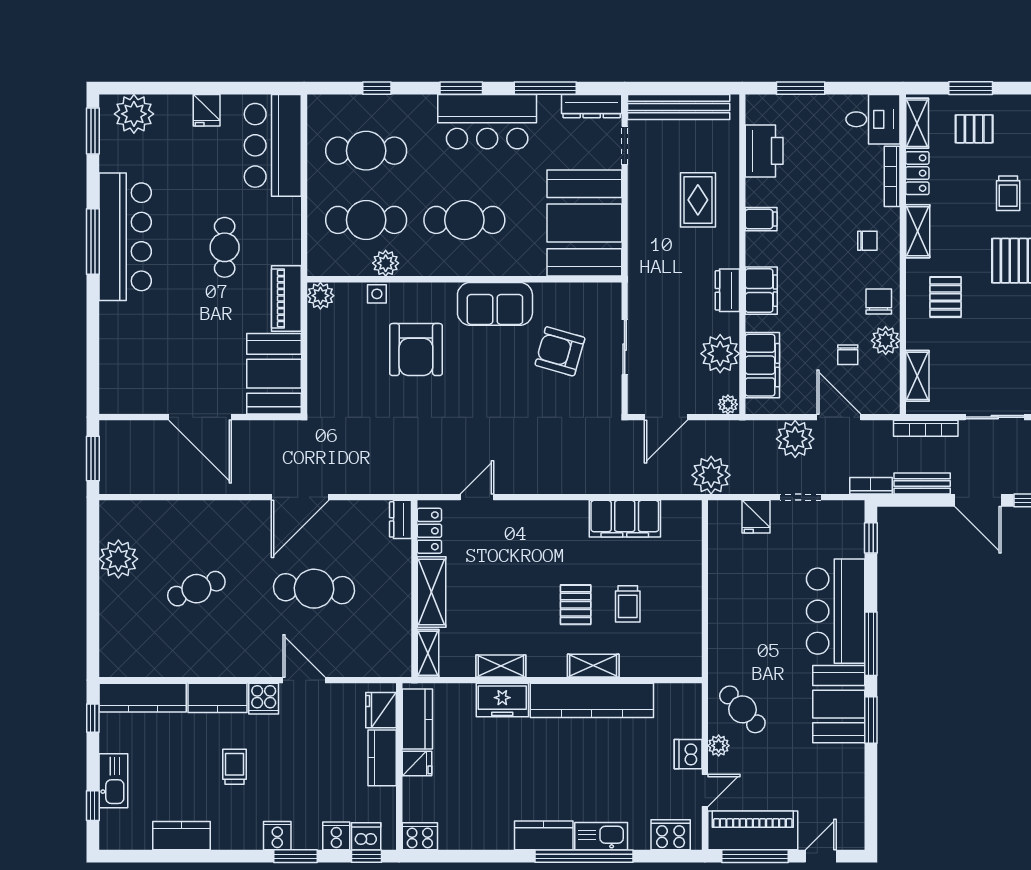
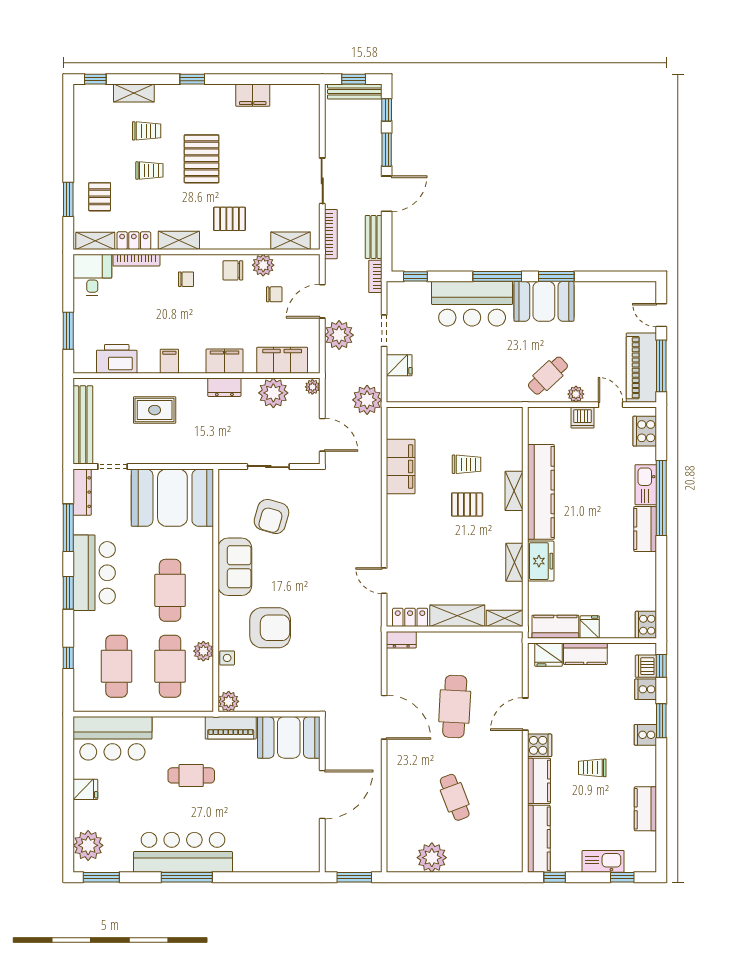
chair: (867, 241) -> (186, 279), turned 90

